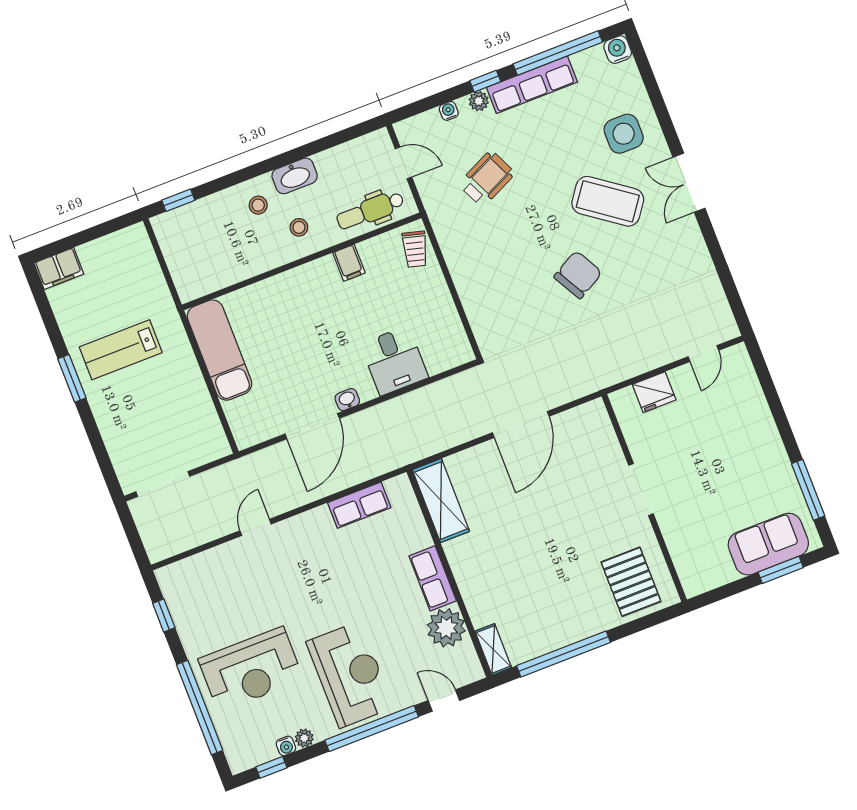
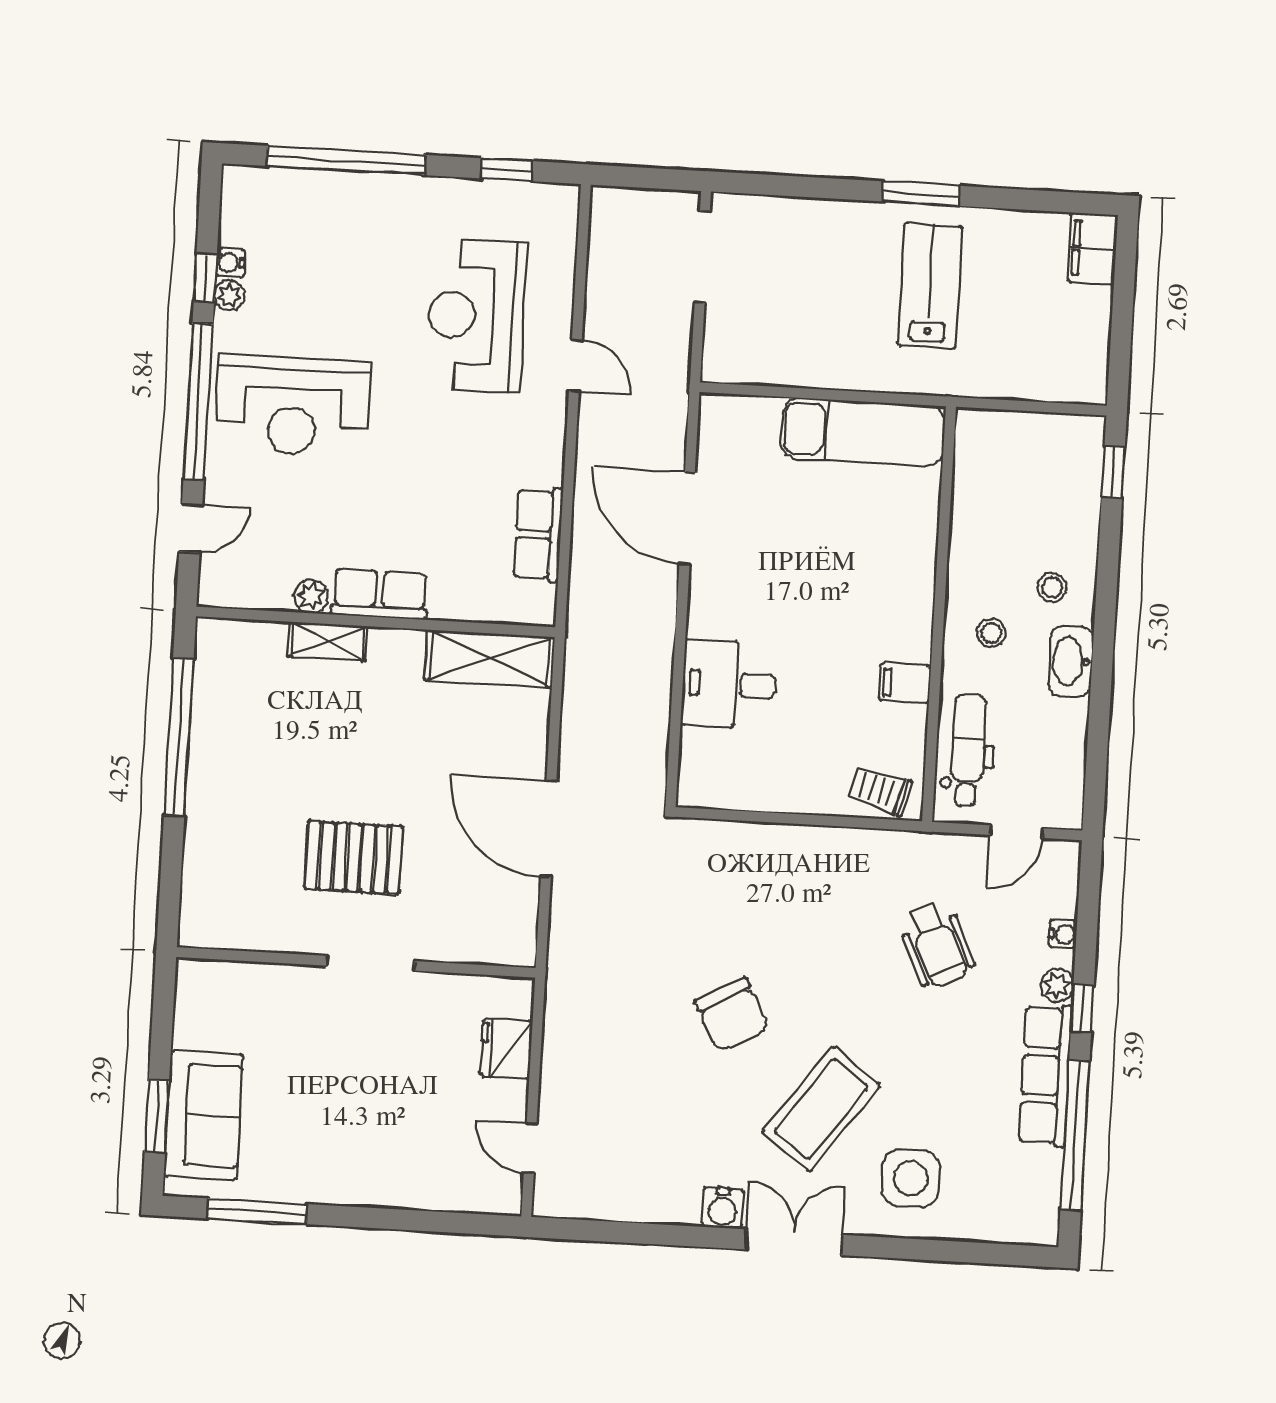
water cooler: (618, 50) -> (722, 1208), moved, turned 90
washbasin: (347, 400) -> (703, 588), removed
pallet: (631, 582) -> (354, 858), moved
plant: (446, 628) -> (311, 596), width x0.53, depth x0.53
shelving: (493, 649) -> (327, 641), moved
reception desk: (251, 669) -> (476, 316), moved
window: (271, 767) -> (205, 278), moved

